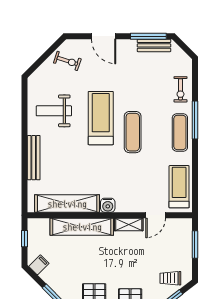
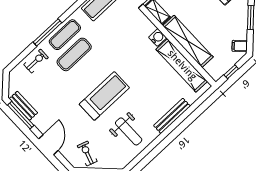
treadmill: (101, 118) -> (104, 96), turned 180
exercise mat: (133, 132) -> (74, 54), moved

